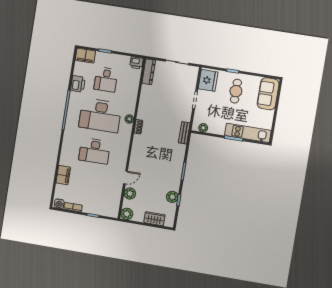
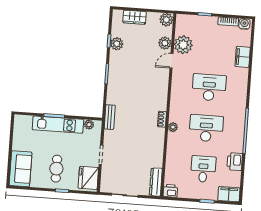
desk: (100, 115) -> (206, 128), width x0.73, depth x0.77
kitchen unit: (248, 133) -> (58, 125), moved
plant: (114, 191) -> (183, 45), added

